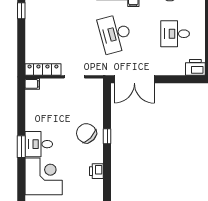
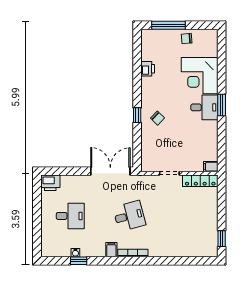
desk: (115, 34) -> (129, 216), width x0.73
chair: (86, 133) -> (158, 118), width x0.54, depth x0.54
printer: (96, 171) -> (148, 69), moved

